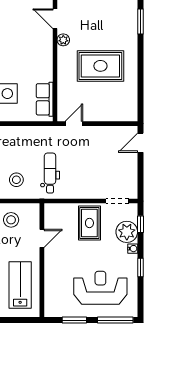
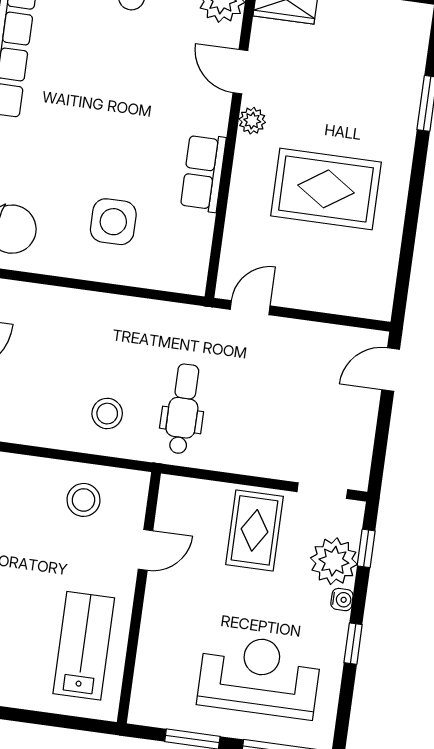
row of seats: (45, 99) -> (203, 173), moved

